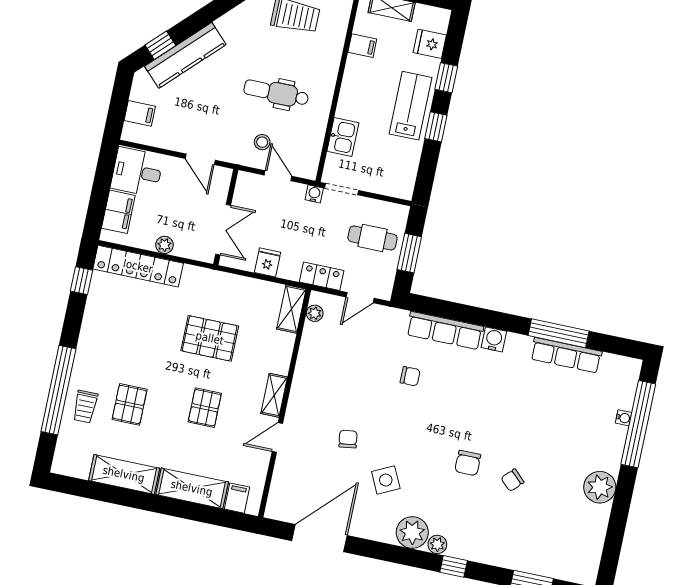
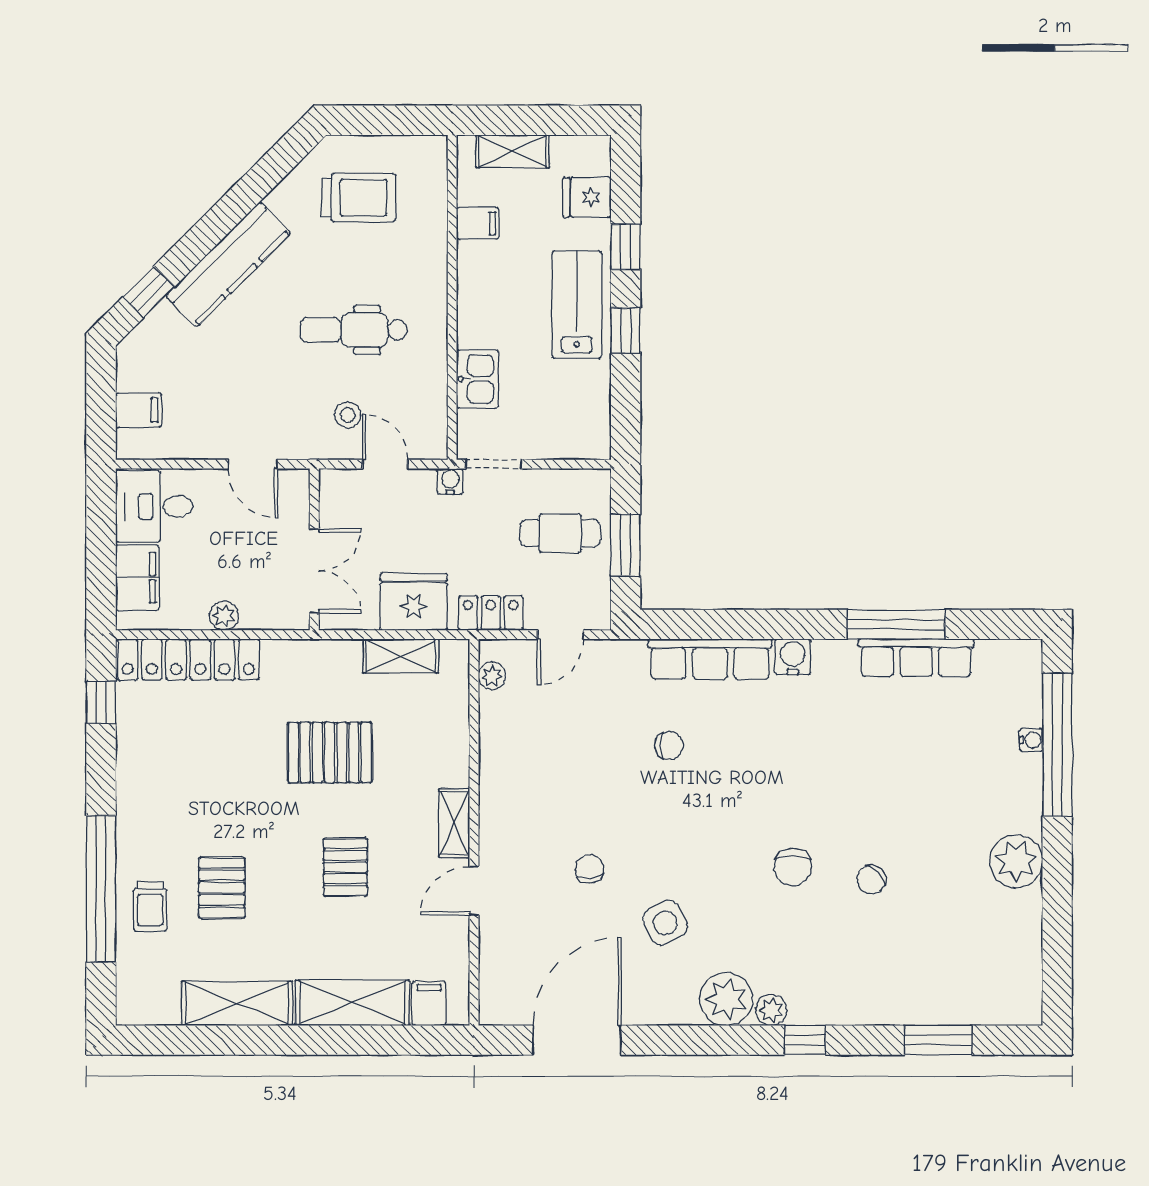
kitchen counter: (185, 55) -> (228, 264), moved
fridge: (268, 262) -> (414, 602), width x1.88, depth x1.34
shelving: (291, 309) -> (401, 656), moved, turned 90

